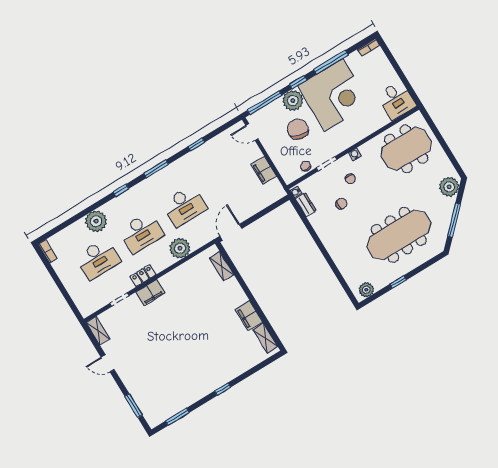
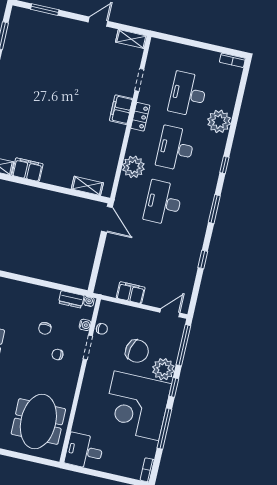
water cooler: (355, 154) -> (85, 325), moved

